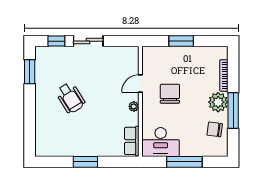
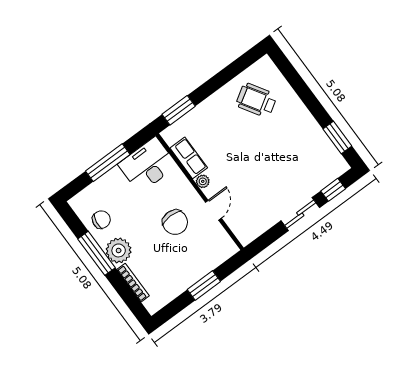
wheelchair: (70, 98) -> (256, 100), moved
row of seats: (132, 141) -> (189, 158), moved
window: (85, 162) -> (179, 110), moved

